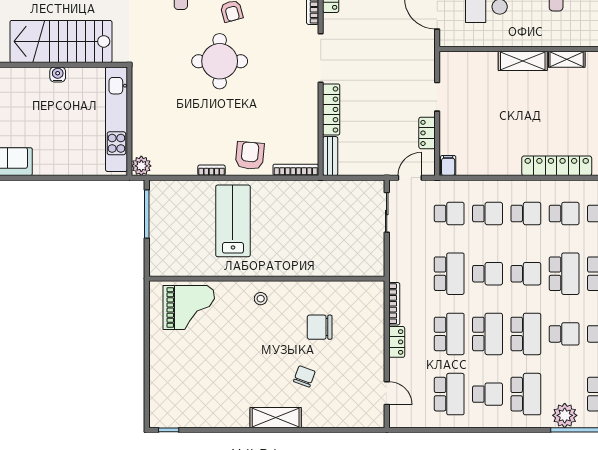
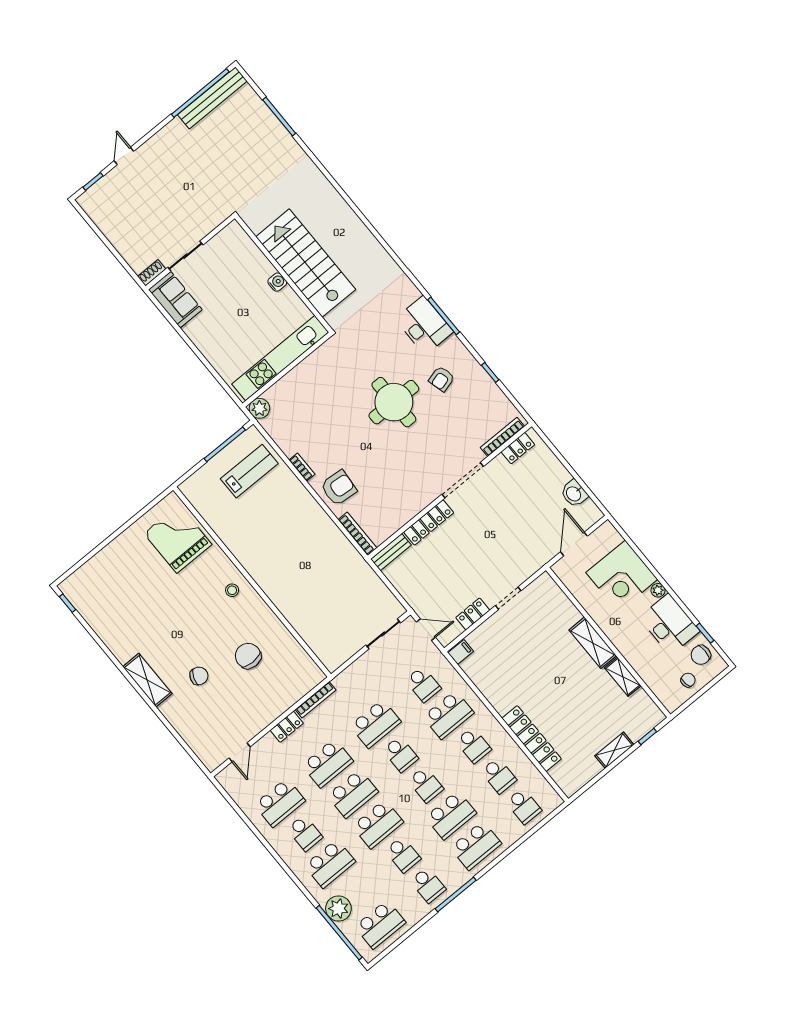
school desk: (488, 213) -> (448, 715), width x1.85
lab bench: (233, 221) -> (249, 471), moved, width x0.73, depth x0.72
grand piano: (189, 308) -> (178, 539), turned 180

